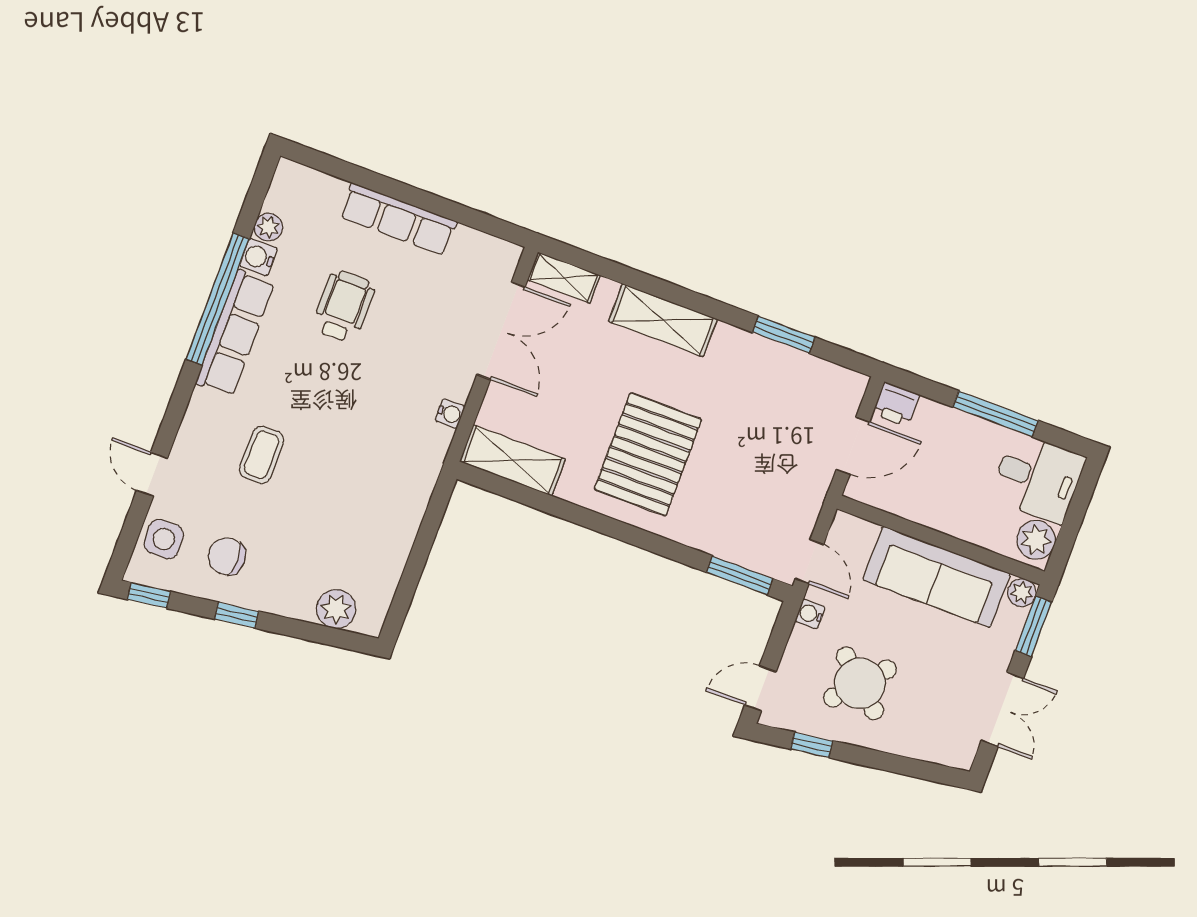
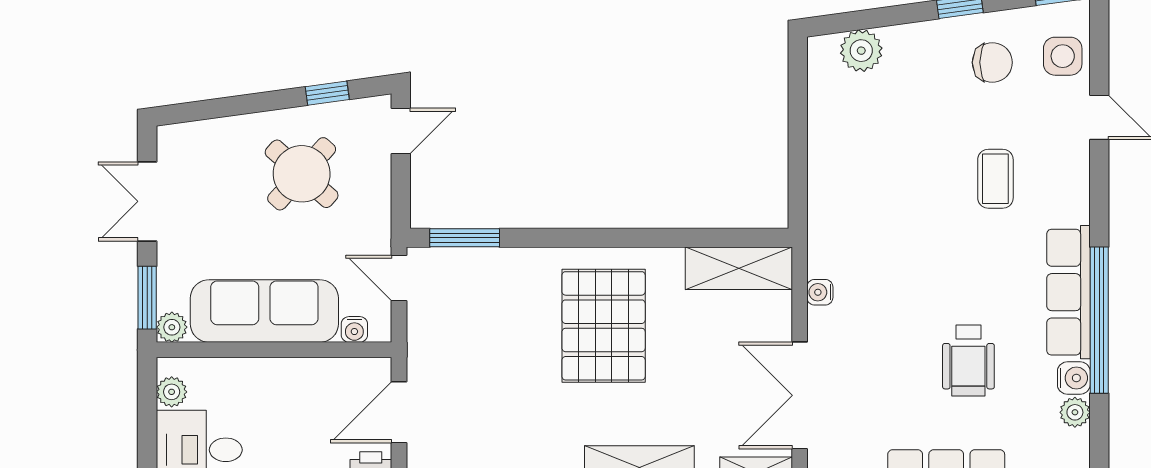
plant: (1036, 540) -> (172, 392), width x0.73, depth x0.73
water cooler: (810, 614) -> (354, 329), moved, turned 90

